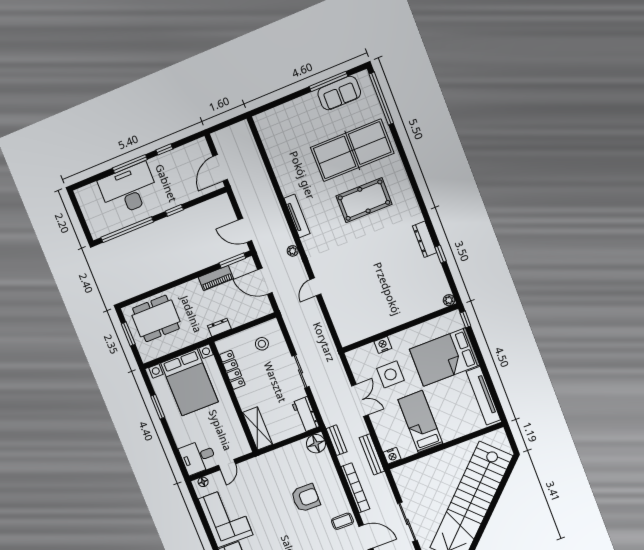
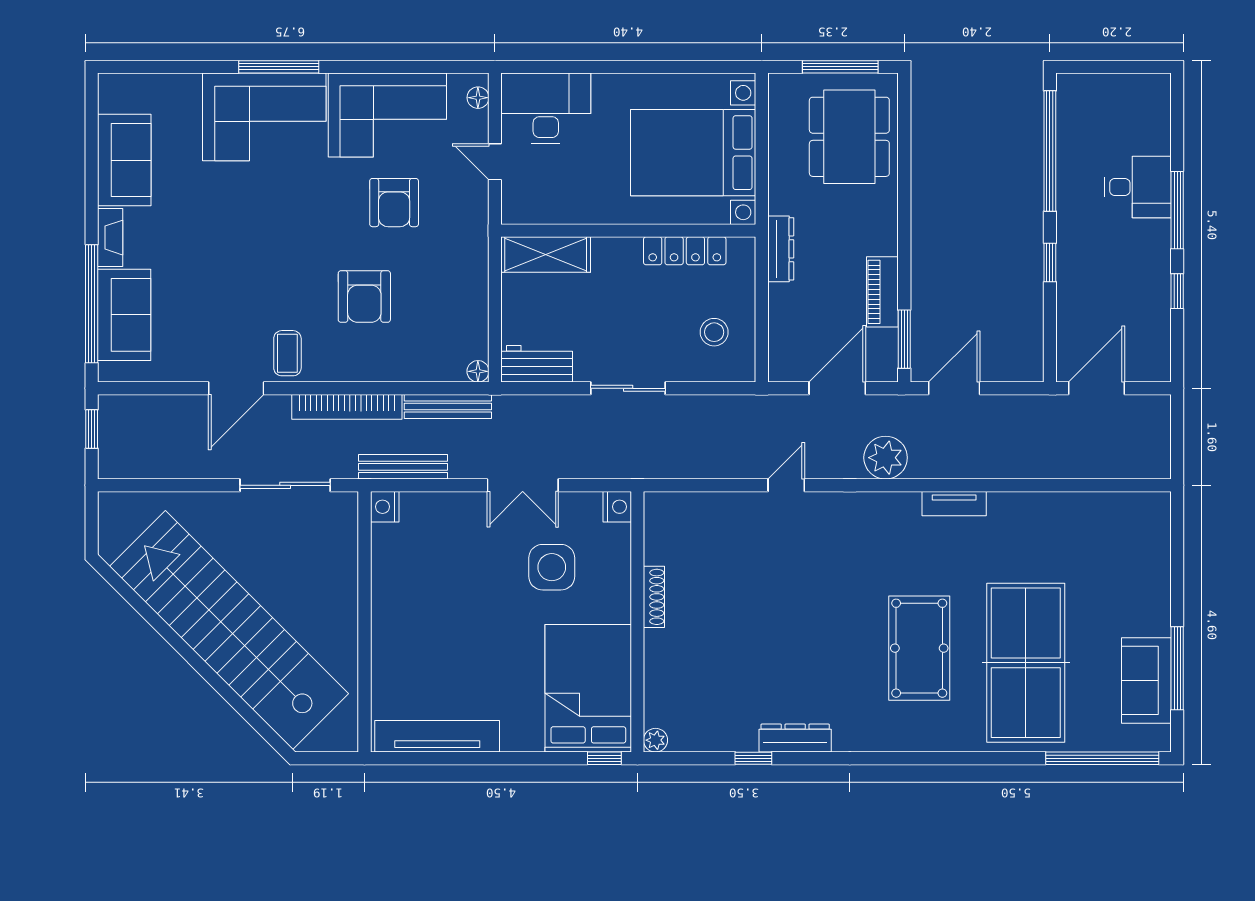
door: (220, 168) -> (1096, 388), hinge flipped
desk: (129, 189) -> (1138, 187), width x0.53, depth x0.77
tv unit: (297, 216) -> (954, 504), width x0.71
plant: (293, 251) -> (886, 458), width x1.88, depth x1.88
door: (315, 287) -> (786, 485), hinge flipped
shoe rack: (386, 325) -> (654, 597), added
dresser: (219, 327) -> (781, 249), width x1.44
window: (128, 334) -> (840, 67), width x1.44
nightstand: (383, 345) -> (617, 507), moved
bed: (445, 357) -> (588, 688), moved
window: (158, 407) -> (669, 67), removed
bed: (420, 422) -> (433, 590), removed
bench: (337, 440) -> (448, 407), width x1.36
floor lamp: (316, 444) -> (478, 371), width x0.53, depth x0.53
desk: (198, 457) -> (546, 108), width x1.37
armchair: (261, 500) -> (394, 203), added
sliding door: (407, 522) -> (285, 485), moved

